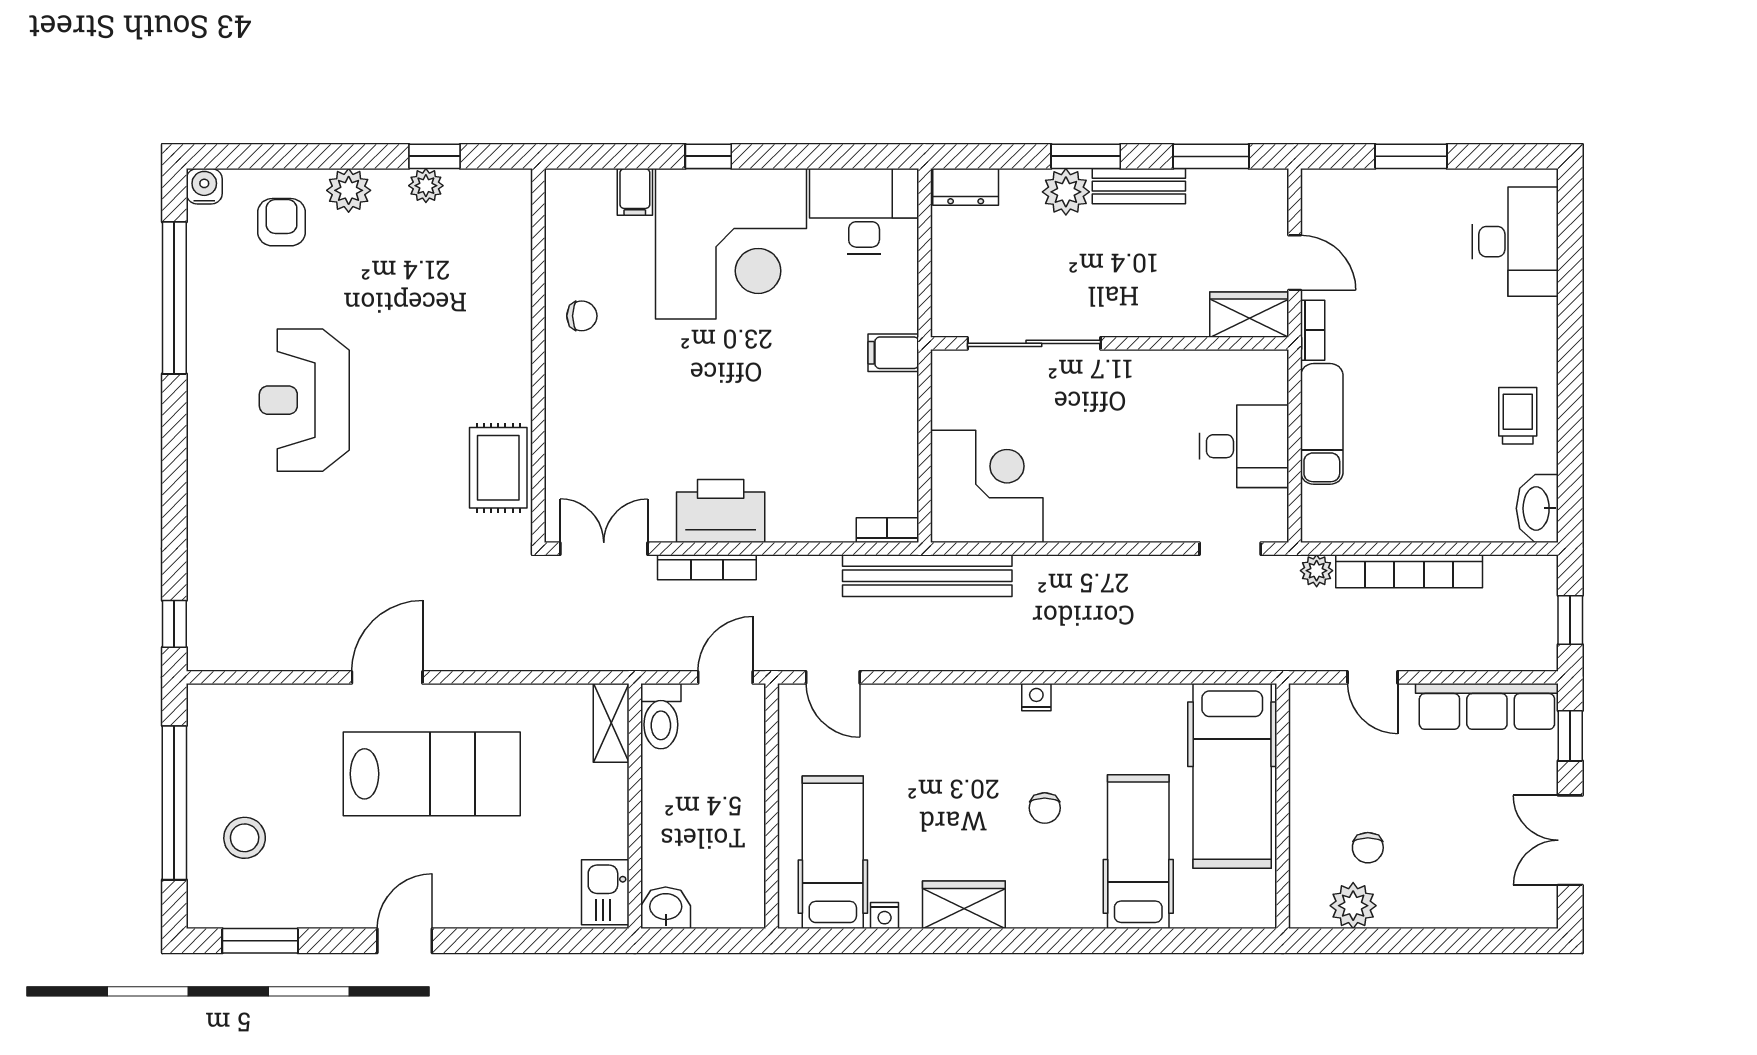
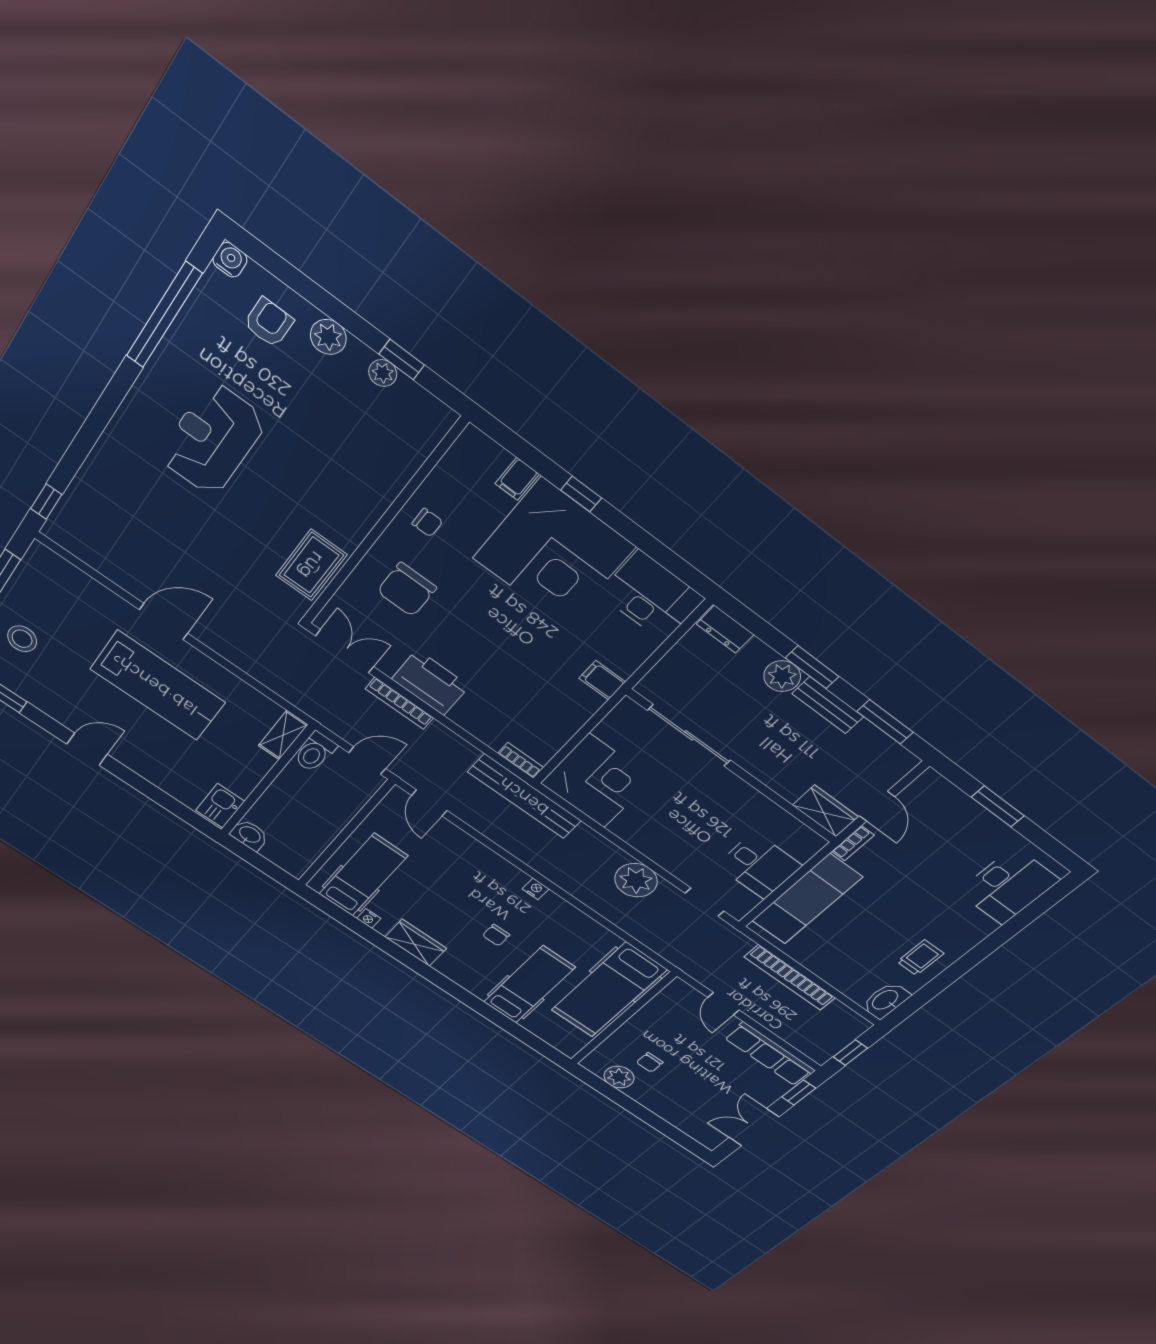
chair: (616, 414) -> (407, 590), added
exam couch: (1322, 424) -> (807, 899), width x1.36, depth x1.45
plant: (1317, 571) -> (636, 880), moved, width x1.88, depth x1.88

